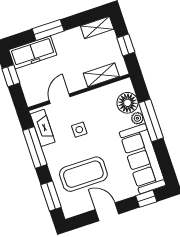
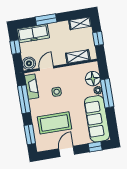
boiler: (34, 96) -> (29, 63), added
door: (107, 212) -> (67, 151), hinge flipped

